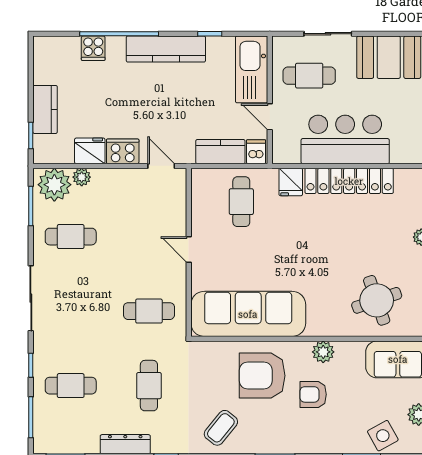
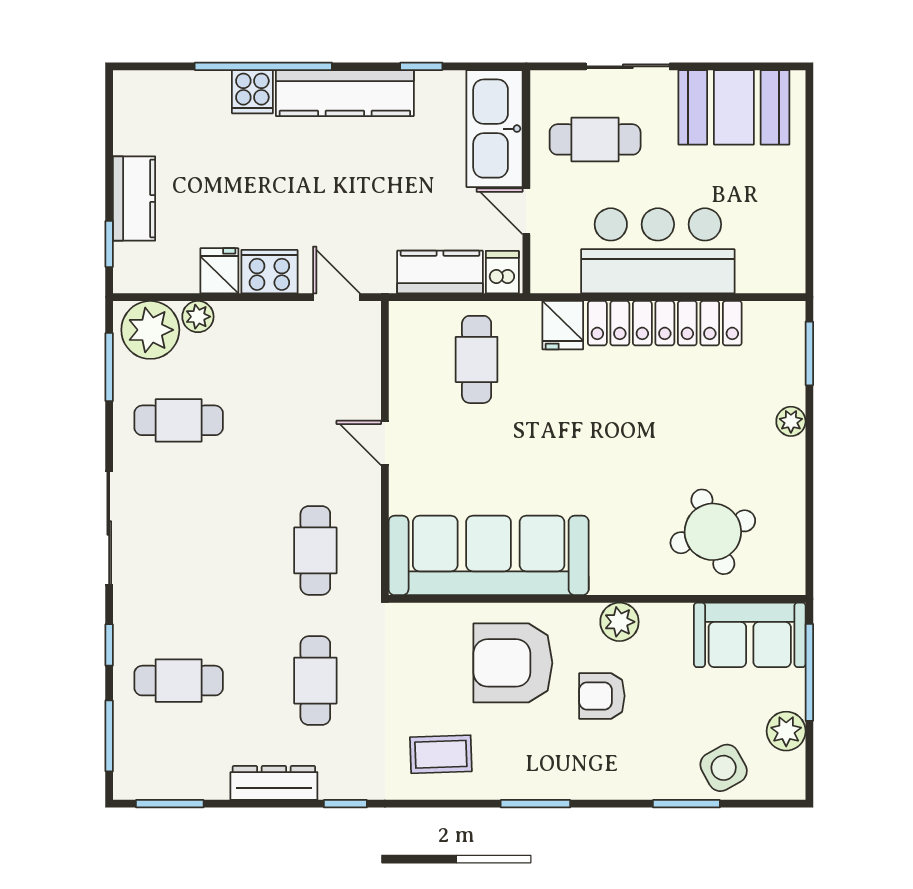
cooker: (93, 48) -> (252, 92), moved
fridge: (90, 151) -> (219, 271), width x0.72
cafe table: (149, 311) -> (315, 550), turned 90
coffee table: (221, 428) -> (441, 754), turned 49

